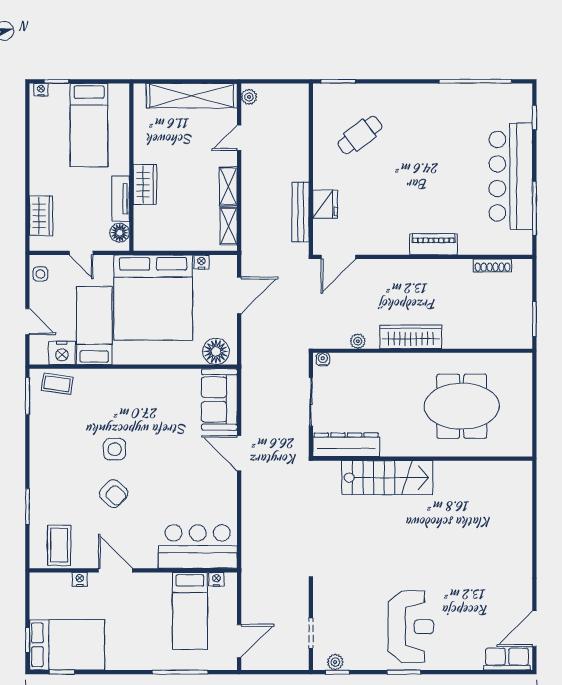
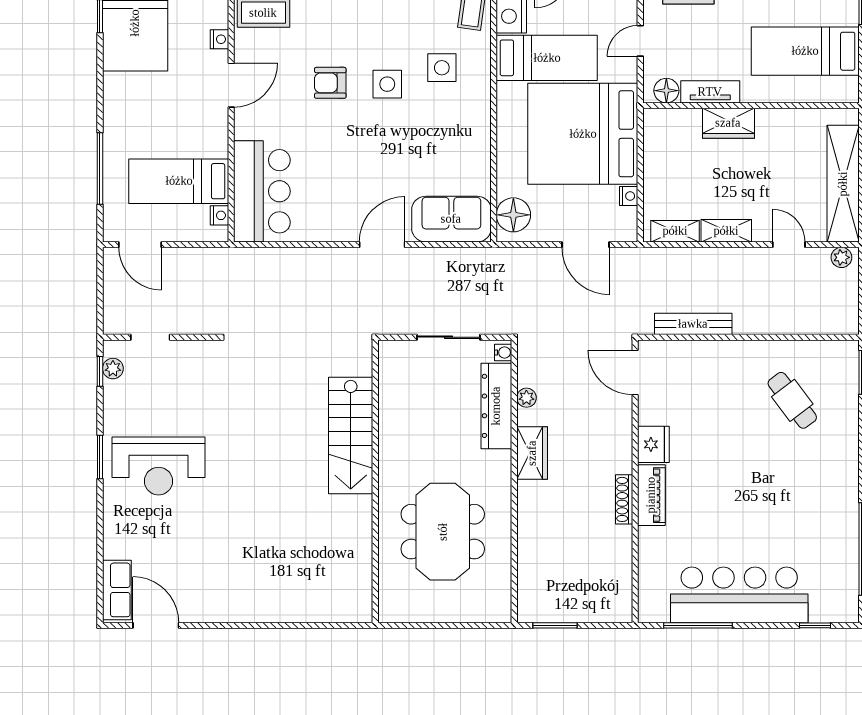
fridge: (325, 204) -> (653, 444), moved, turned -90
shoe rack: (492, 265) -> (624, 499), moved
wardrobe: (411, 337) -> (532, 453), width x0.67
side table: (102, 407) -> (442, 68), added
dresser: (346, 445) -> (496, 406), moved, turned 180
armchair: (114, 493) -> (330, 83), turned 47

